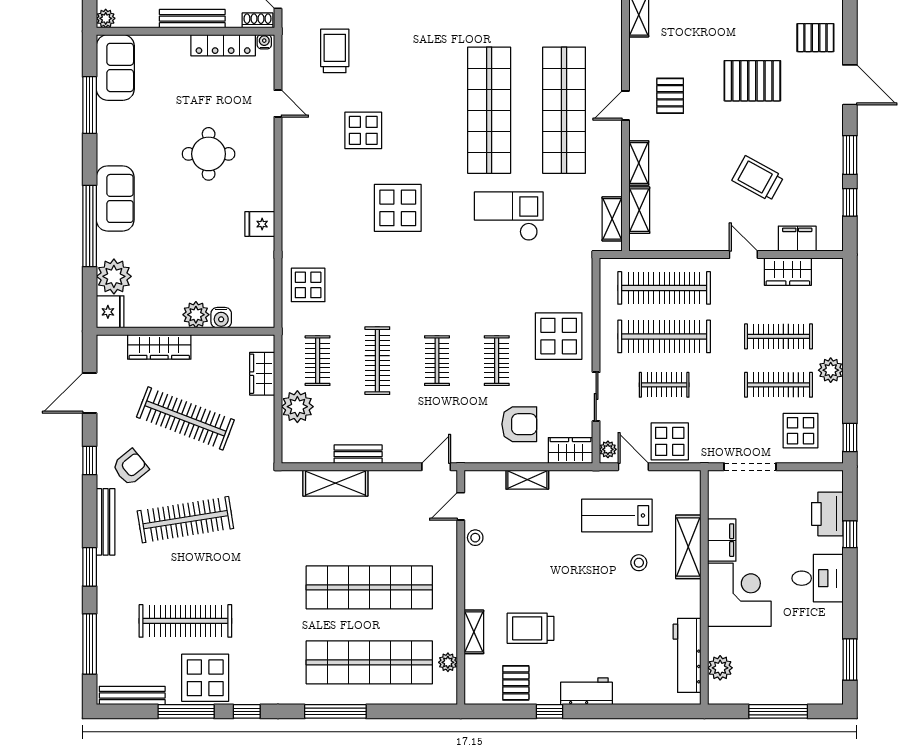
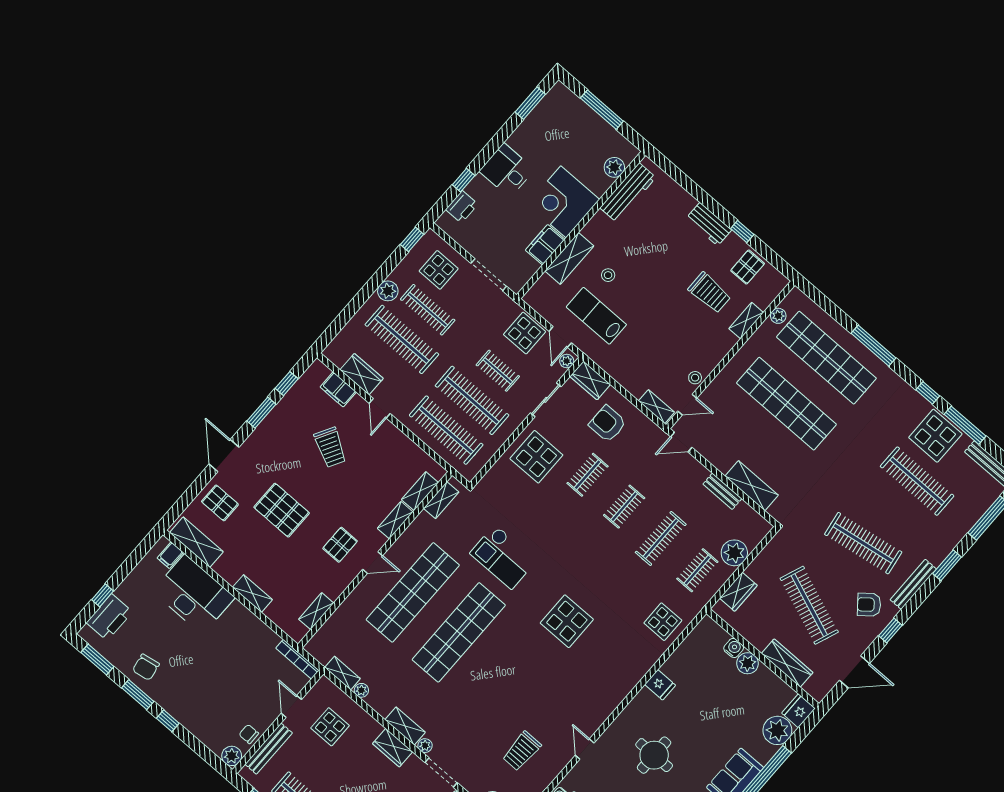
display table: (363, 130) -> (547, 687), removed
clothes rail: (778, 336) -> (402, 339), width x1.37, depth x1.31
shelving: (527, 480) -> (656, 407), moved
printer: (827, 514) -> (462, 207), width x0.73, depth x0.84
lab bench: (617, 515) -> (596, 316), turned 180

